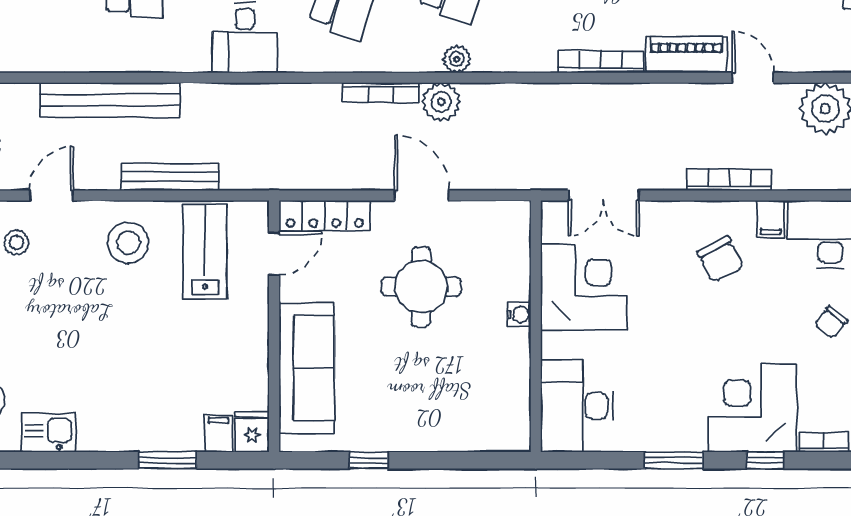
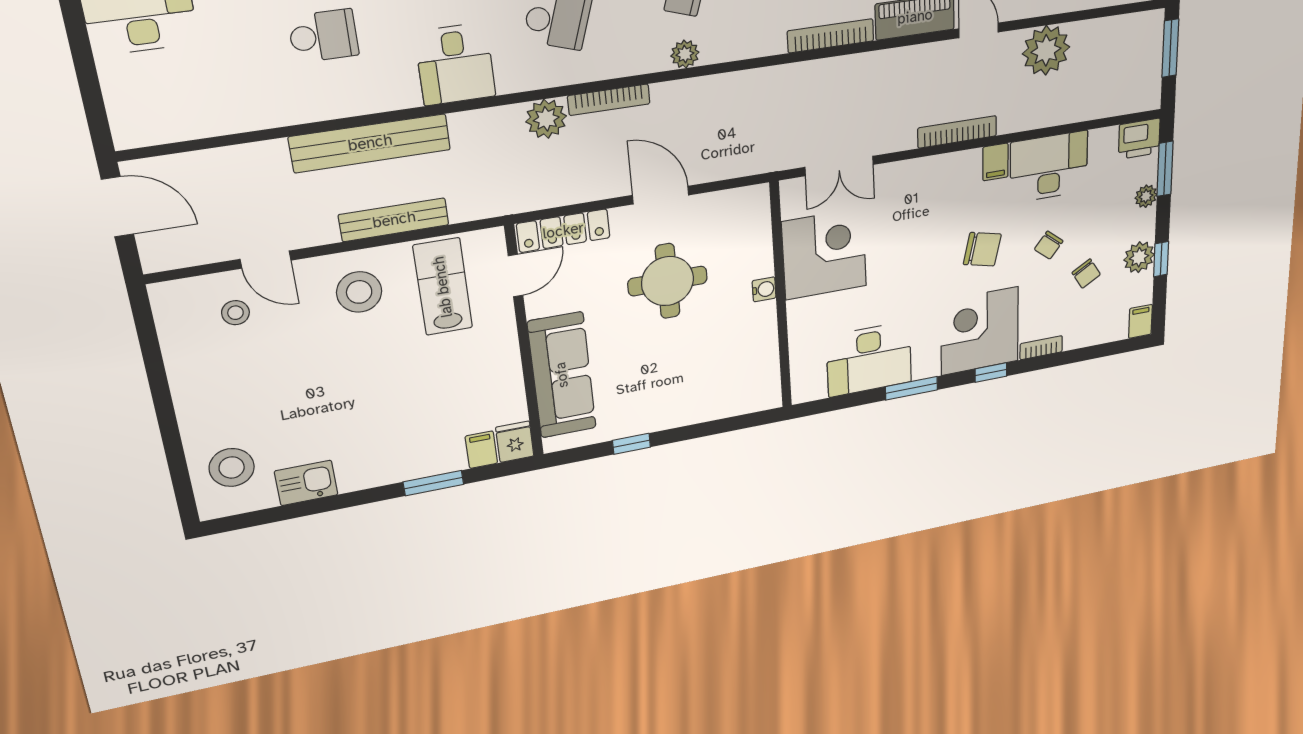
bench: (110, 100) -> (370, 143), moved
plant: (441, 102) -> (546, 119), moved
door: (51, 195) -> (266, 260), swing flipped
chair: (720, 259) -> (982, 249), moved, turned -50
desk: (577, 406) -> (869, 359), moved, turned -90

